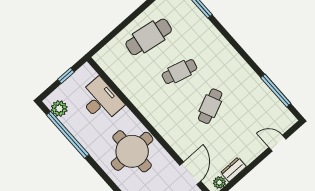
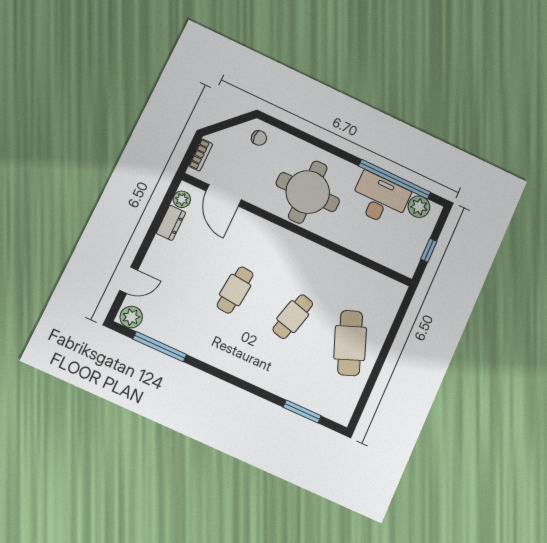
cafe table: (149, 37) -> (350, 343), turned -30
desk: (101, 100) -> (380, 199), moved, turned 180
cafe table: (210, 106) -> (235, 290), turned 30
plant: (286, 118) -> (131, 317), added

